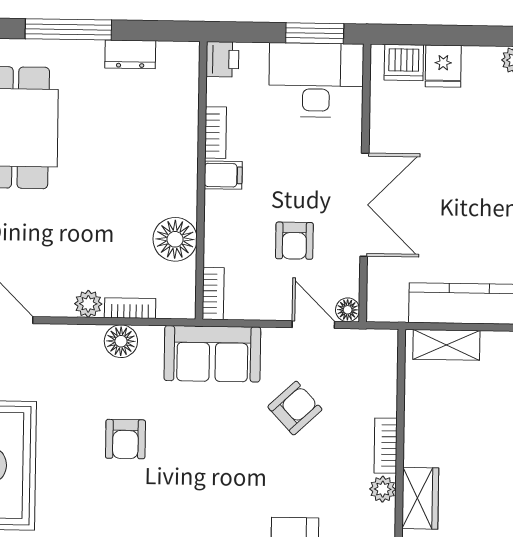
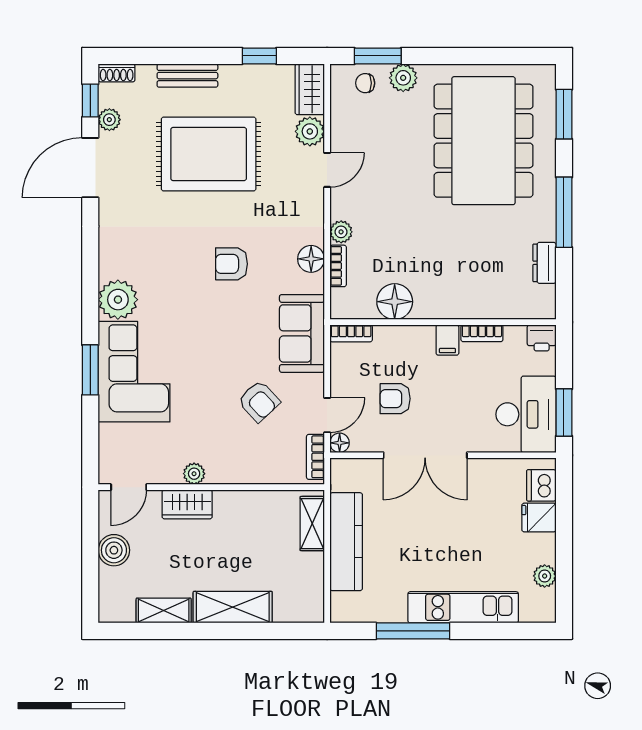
bookcase: (386, 446) -> (315, 457), moved, turned -90

